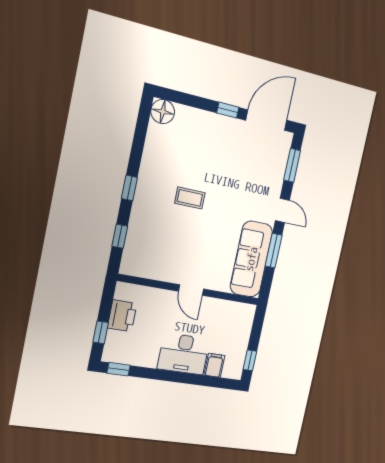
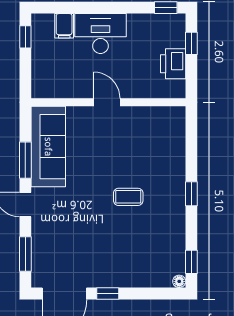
floor lamp: (163, 112) -> (179, 281), width x0.53, depth x0.53
window: (120, 236) -> (191, 262), moved

